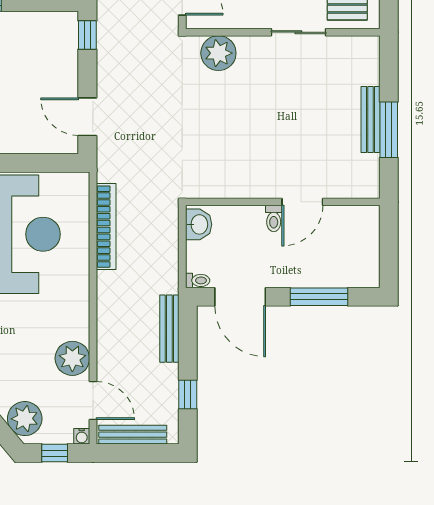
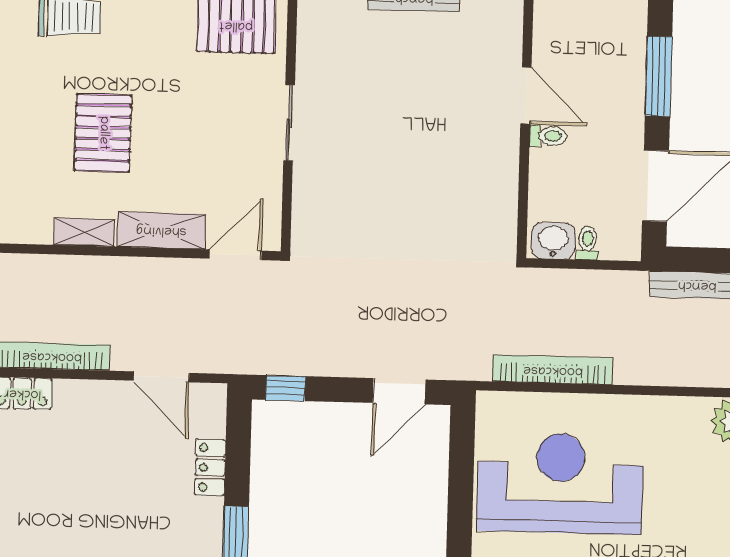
sliding door: (298, 32) -> (289, 123), moved
plant: (218, 53) -> (316, 207), removed
toilet: (198, 280) -> (588, 243), moved

